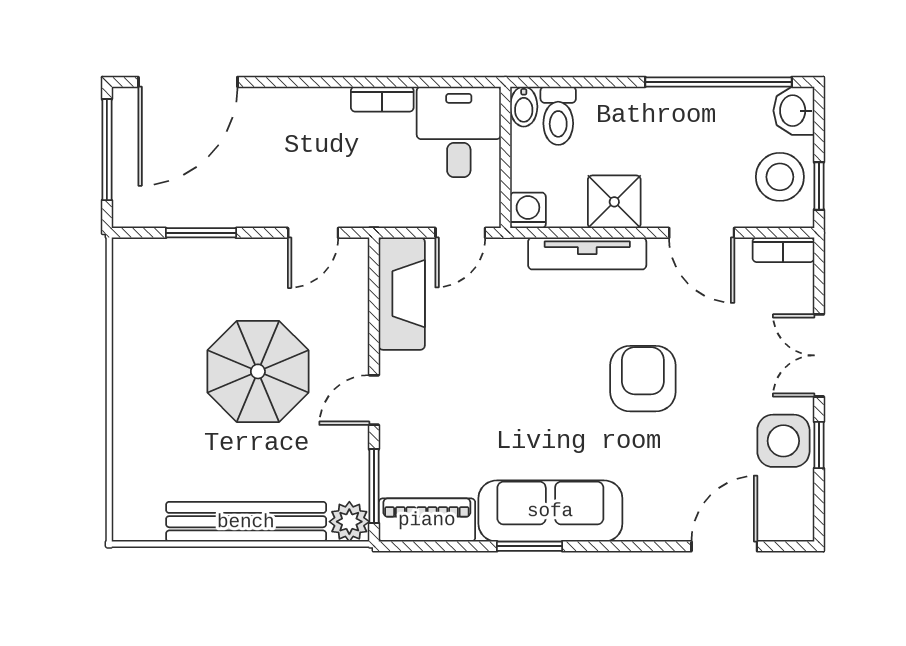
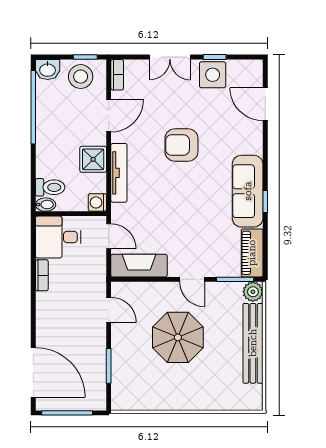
window: (530, 546) -> (265, 202), width x0.67

